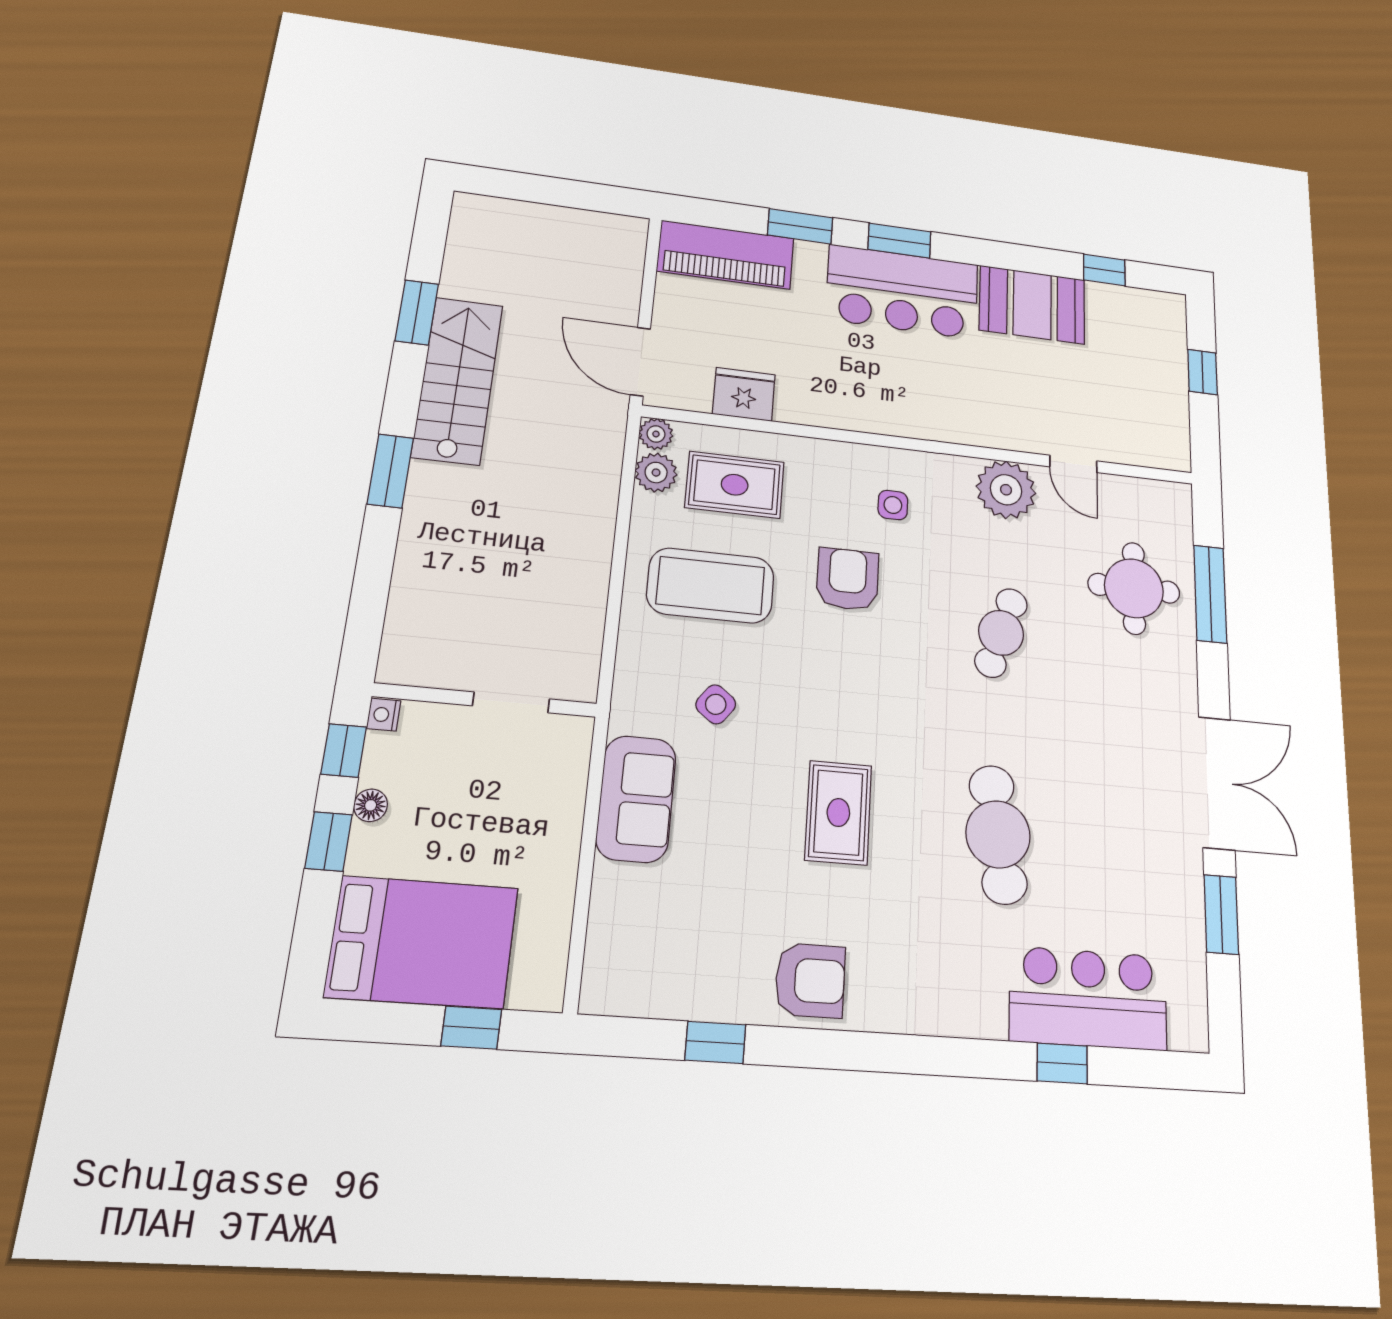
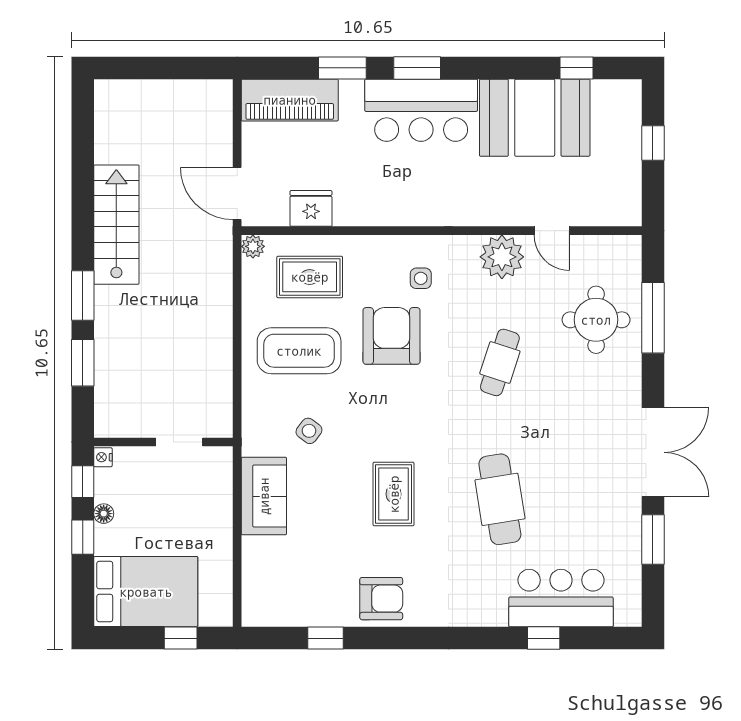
booth: (1032, 305) -> (535, 118), width x1.36, depth x1.42
window: (417, 312) -> (83, 363), moved
plant: (656, 473) -> (256, 275), removed
armchair: (848, 579) -> (392, 336), width x1.36, depth x1.36

